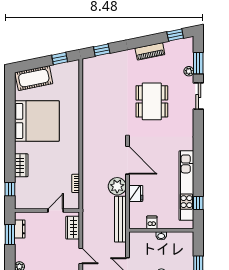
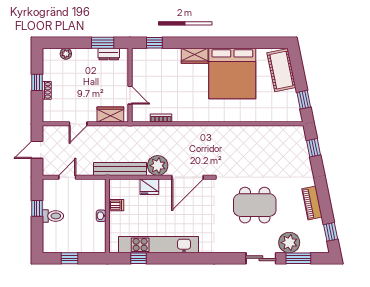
plant: (189, 71) -> (289, 243), width x1.88, depth x1.88
wardrobe: (21, 165) -> (195, 56), moved

